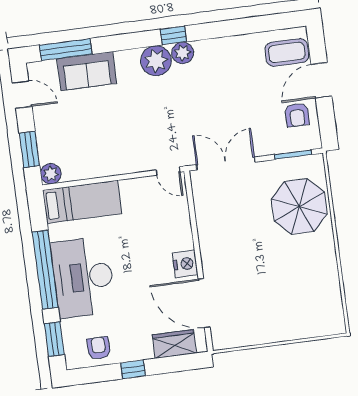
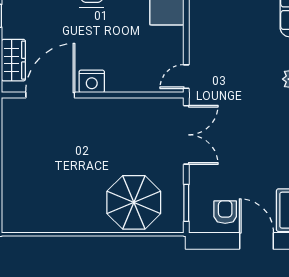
armchair: (297, 115) -> (225, 212), turned 90

